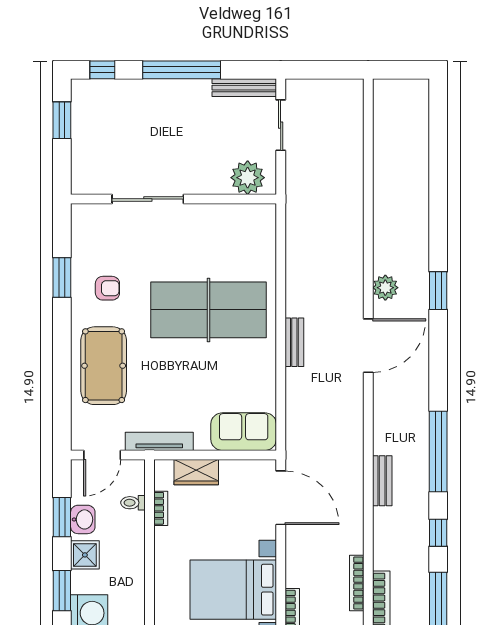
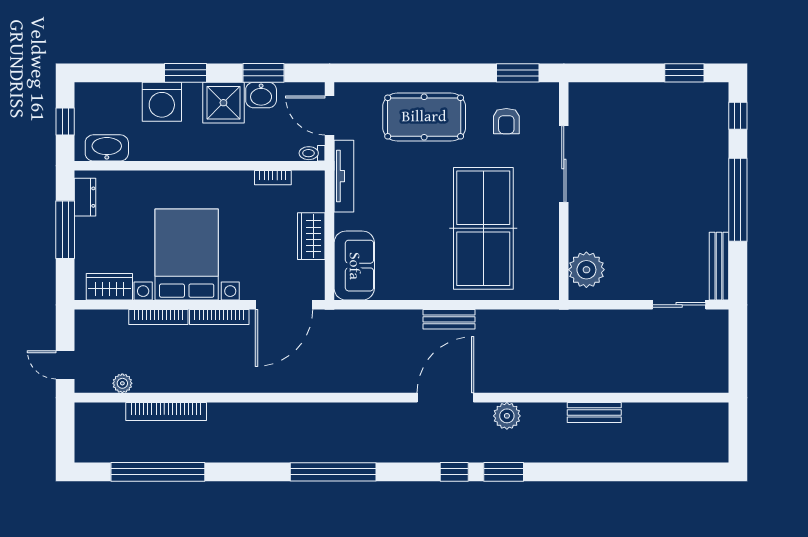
plant: (248, 178) -> (586, 270), moved
sliding door: (148, 199) -> (564, 164), moved
wall: (173, 199) -> (564, 191), moved
door: (368, 346) -> (445, 398), swing flipped
wardrobe: (196, 472) -> (311, 236), moved
bench: (382, 481) -> (594, 412), moved
toilet: (133, 503) -> (312, 153), moved, turned -90
window: (438, 533) -> (454, 472), moved
shower: (85, 555) -> (223, 103), width x1.36, depth x1.36
bookcase: (357, 583) -> (219, 317), moved, turned 180

